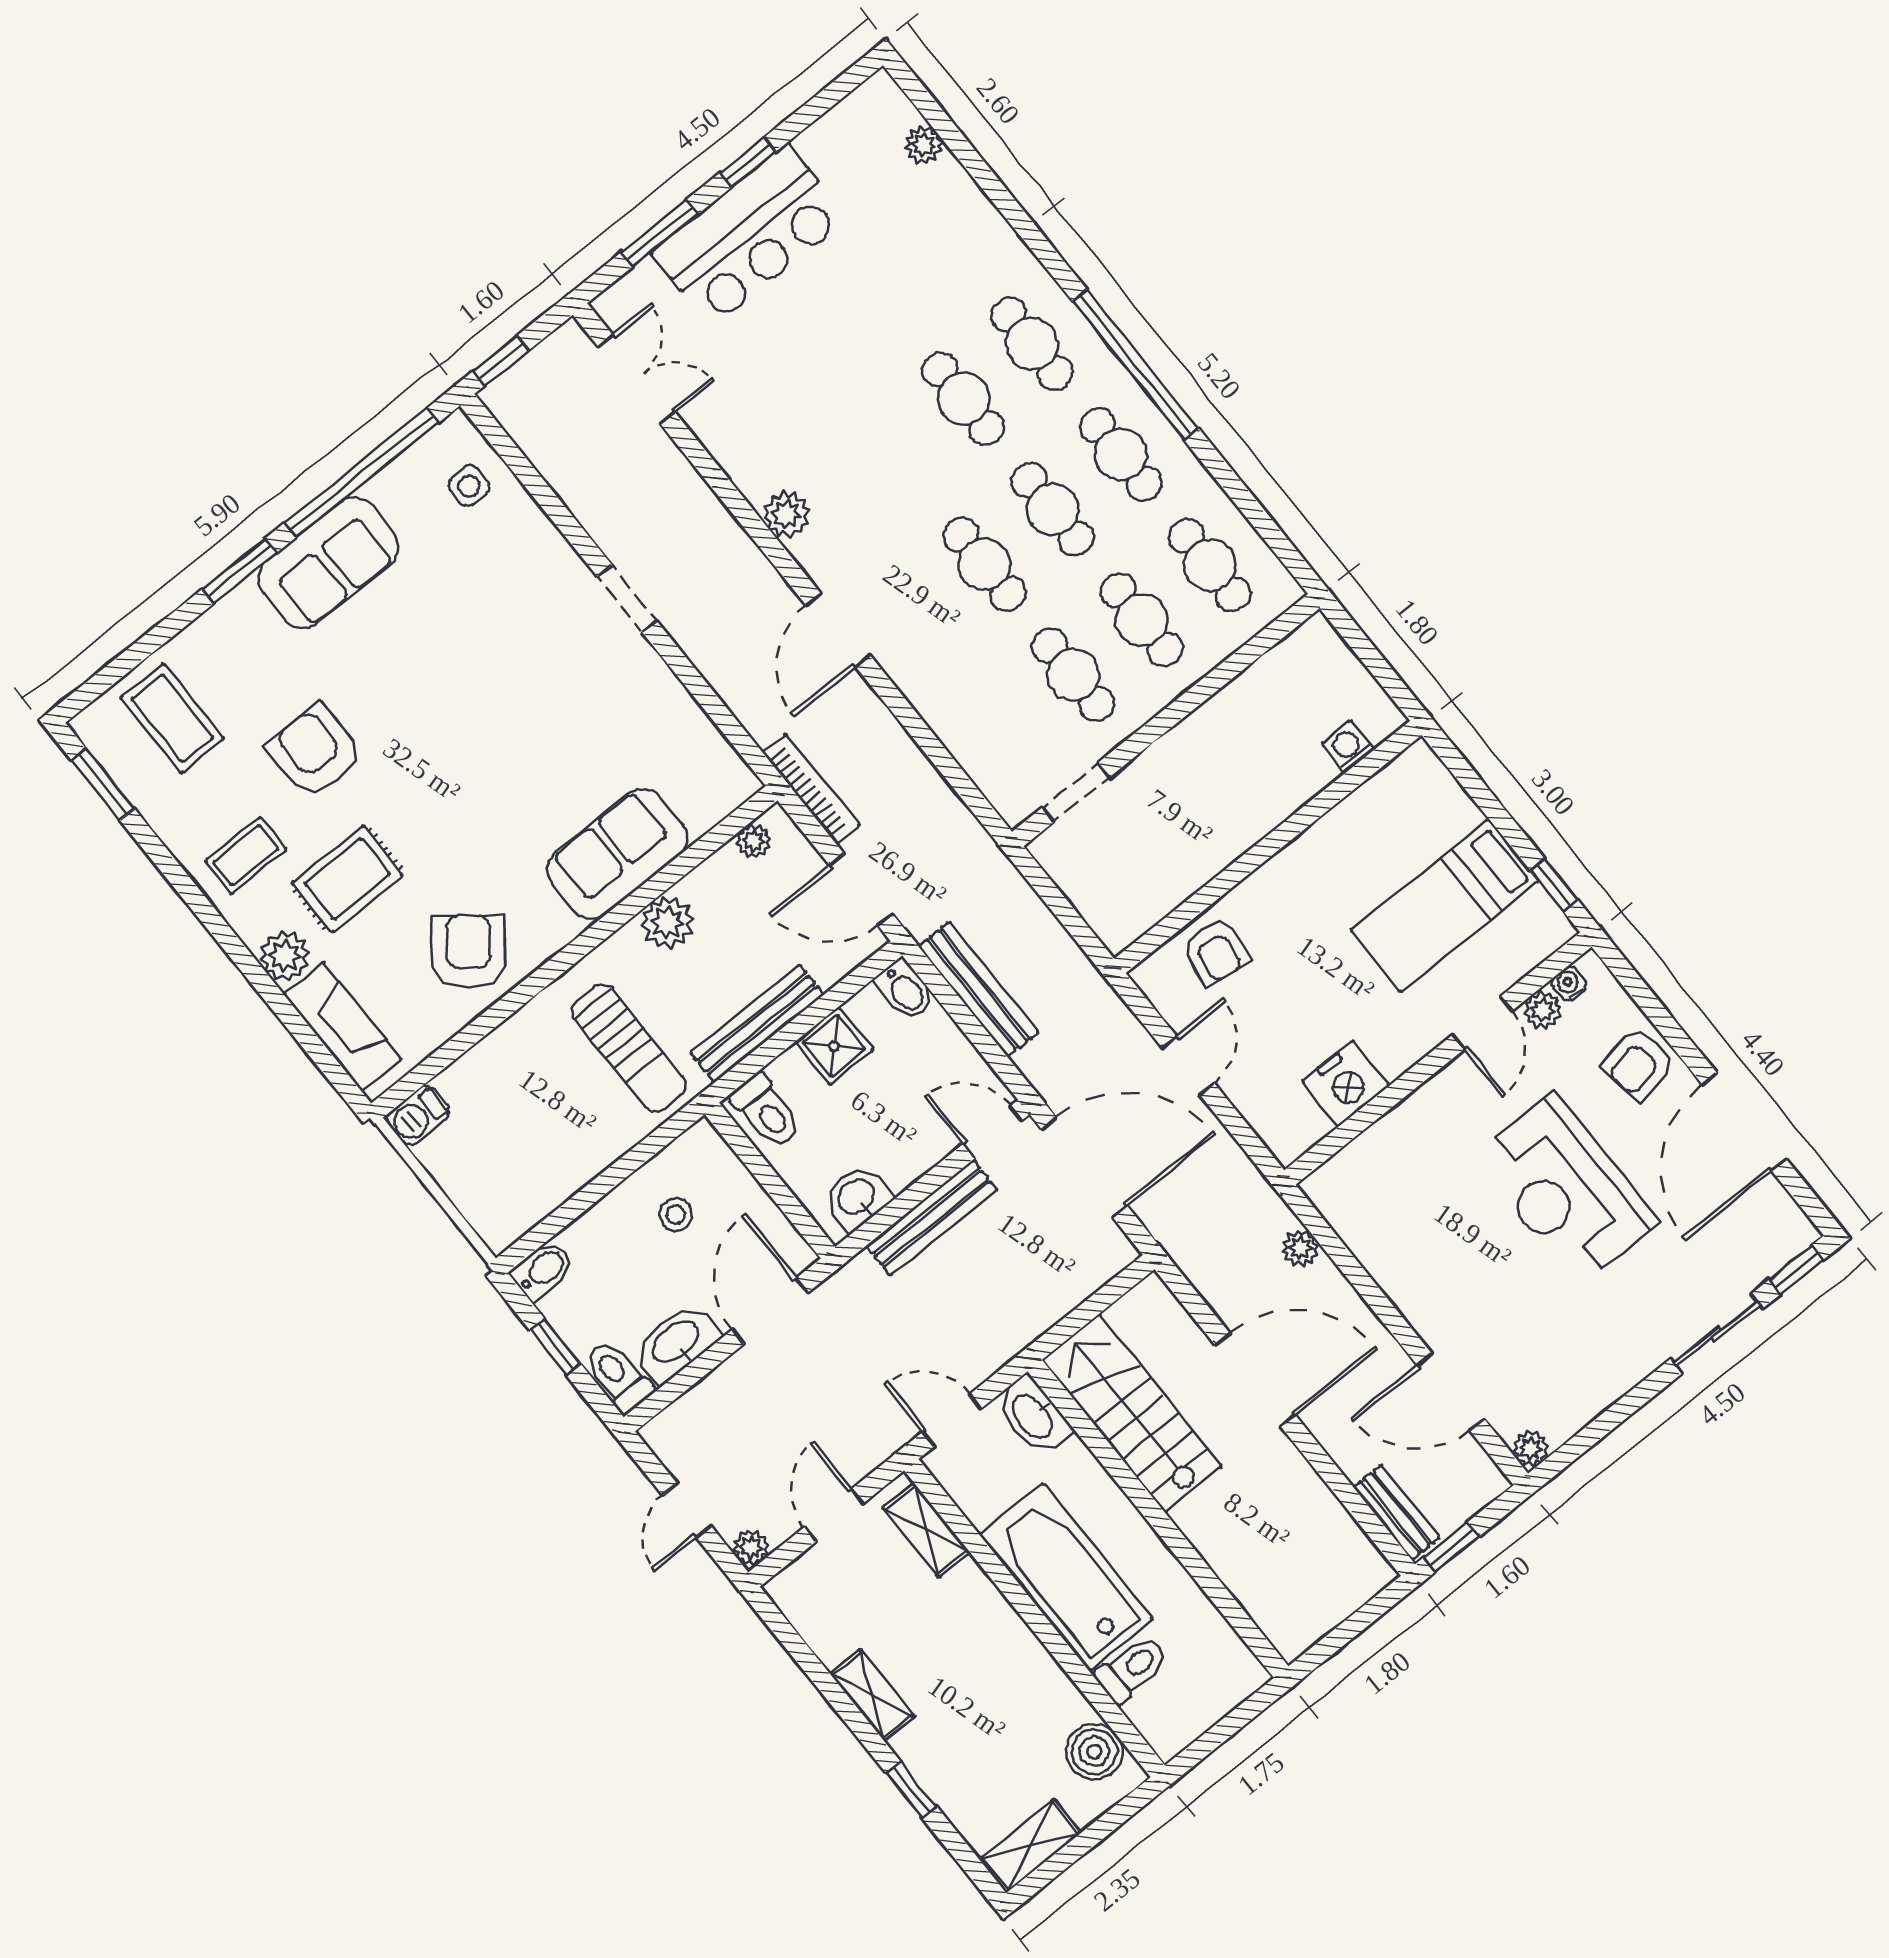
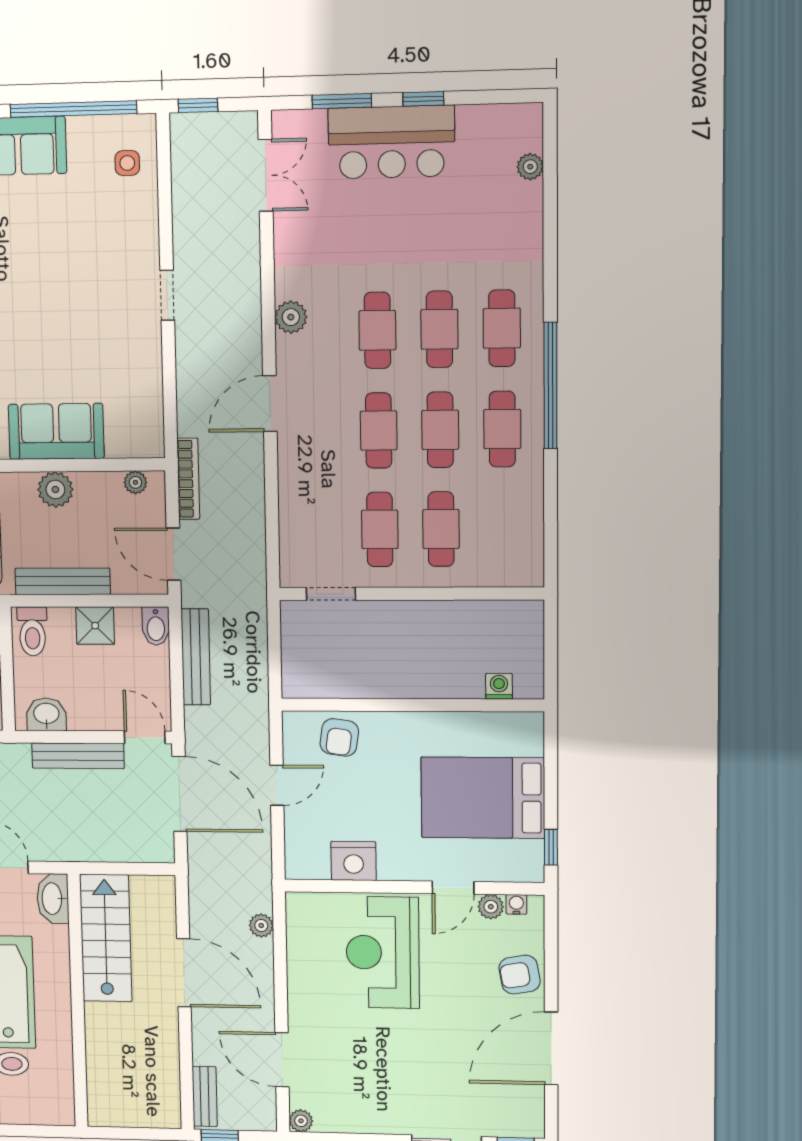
cafe table: (1210, 565) -> (377, 330), moved
bed: (1445, 905) -> (483, 798), width x1.50
reception desk: (1565, 1189) -> (383, 952), moved

